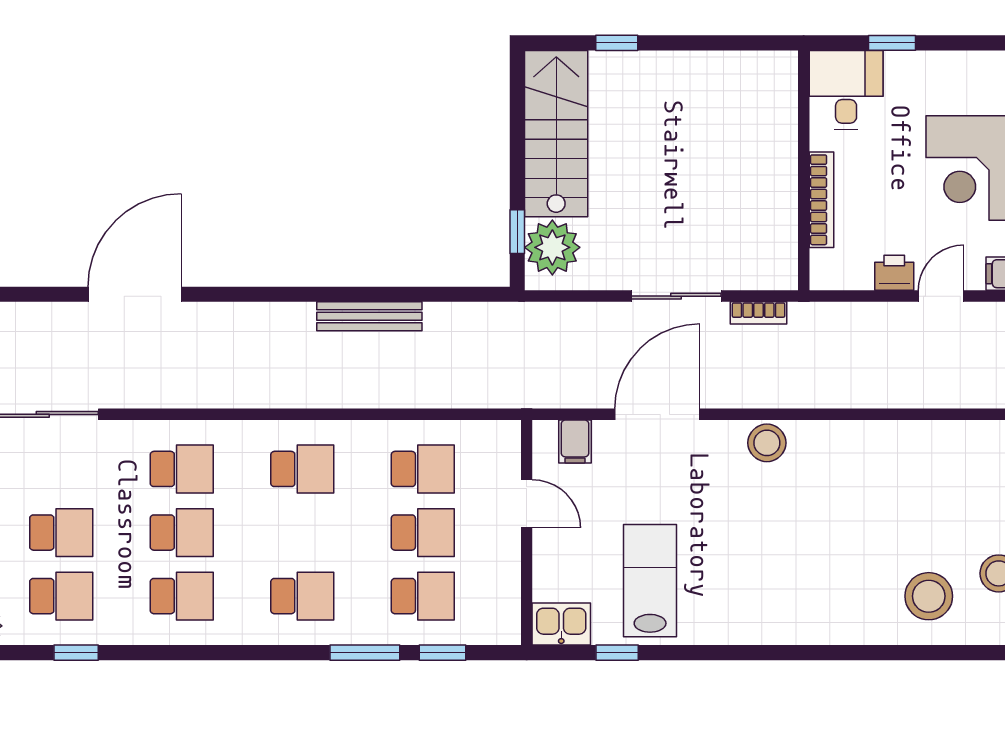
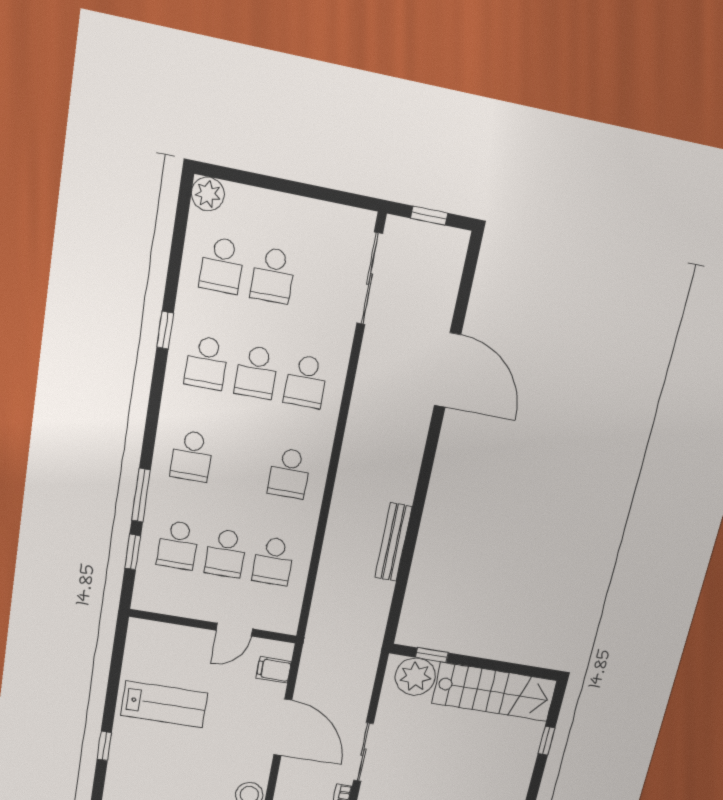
kitchen sink: (561, 624) -> (142, 639), removed
window: (76, 653) -> (165, 330), moved
window: (617, 653) -> (104, 746), moved

